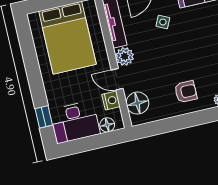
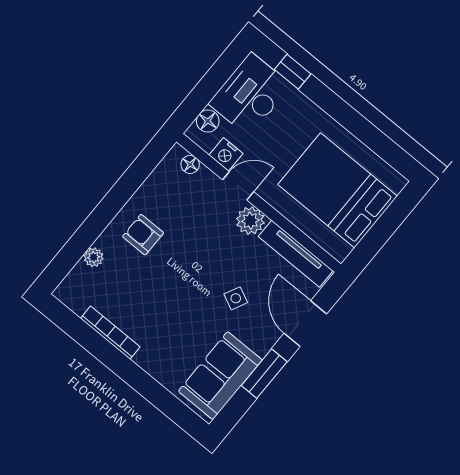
armchair: (186, 92) -> (143, 235), turned 90
floor lamp: (137, 103) -> (190, 164), width x0.53, depth x0.53

